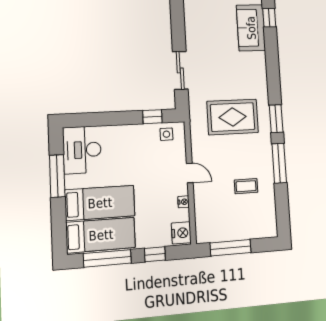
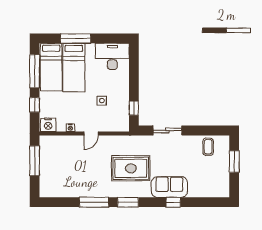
window: (269, 18) -> (173, 202), moved
sofa: (251, 28) -> (169, 187), moved
rug: (233, 117) -> (131, 168), turned 90
side table: (166, 134) -> (102, 101), moved
window: (57, 176) -> (76, 38), moved
coffee table: (246, 186) -> (208, 147), moved

